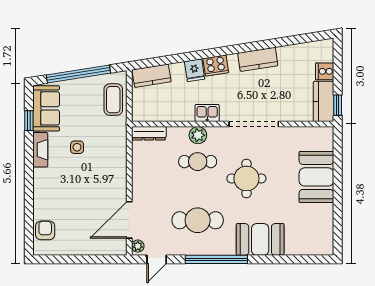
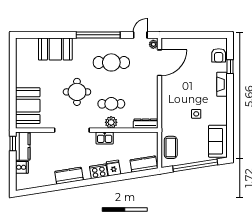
window: (29, 121) -> (230, 67), moved
fireplace: (40, 150) -> (222, 84), moved
booth: (316, 177) -> (28, 106), moved
booth: (260, 239) -> (55, 49), moved

